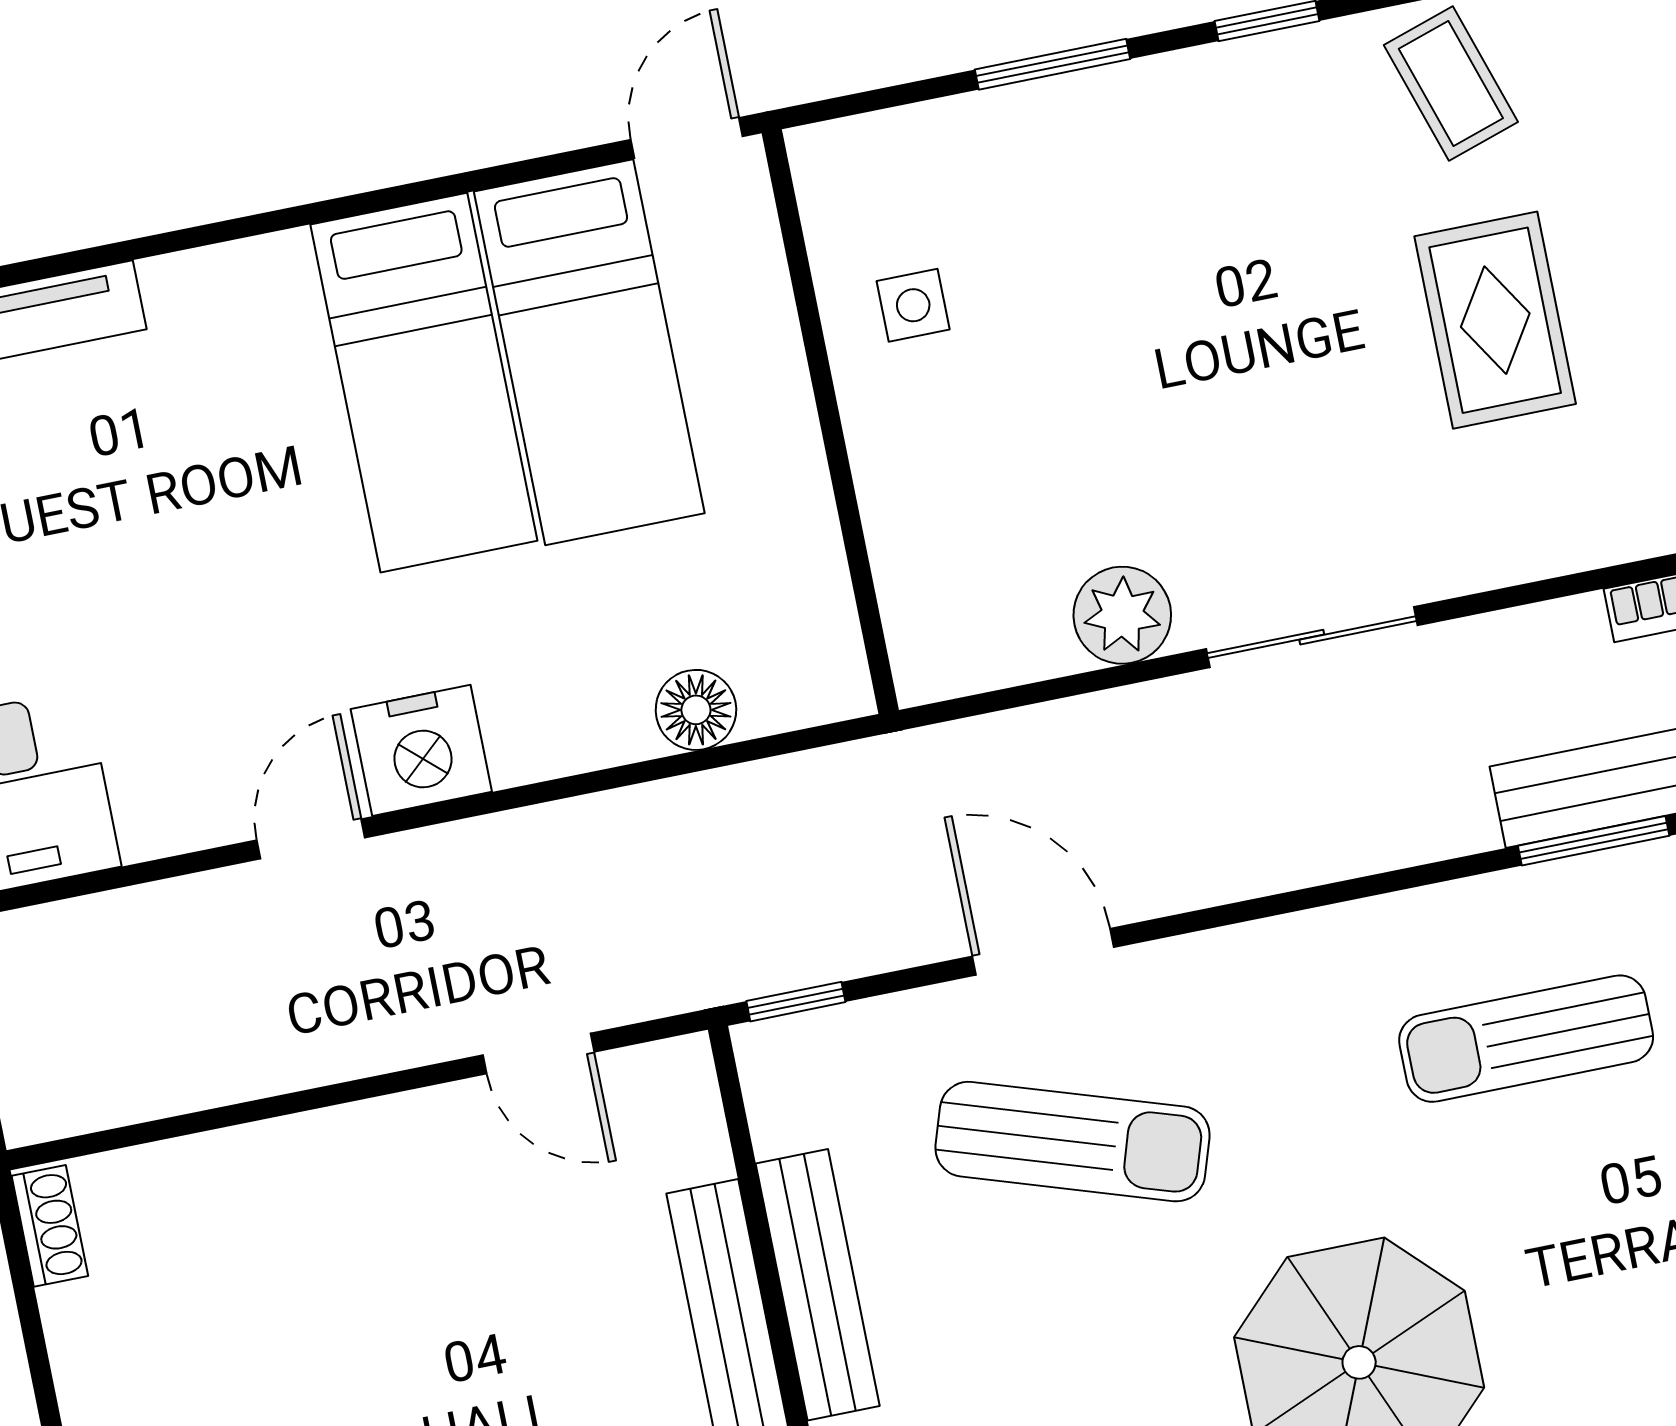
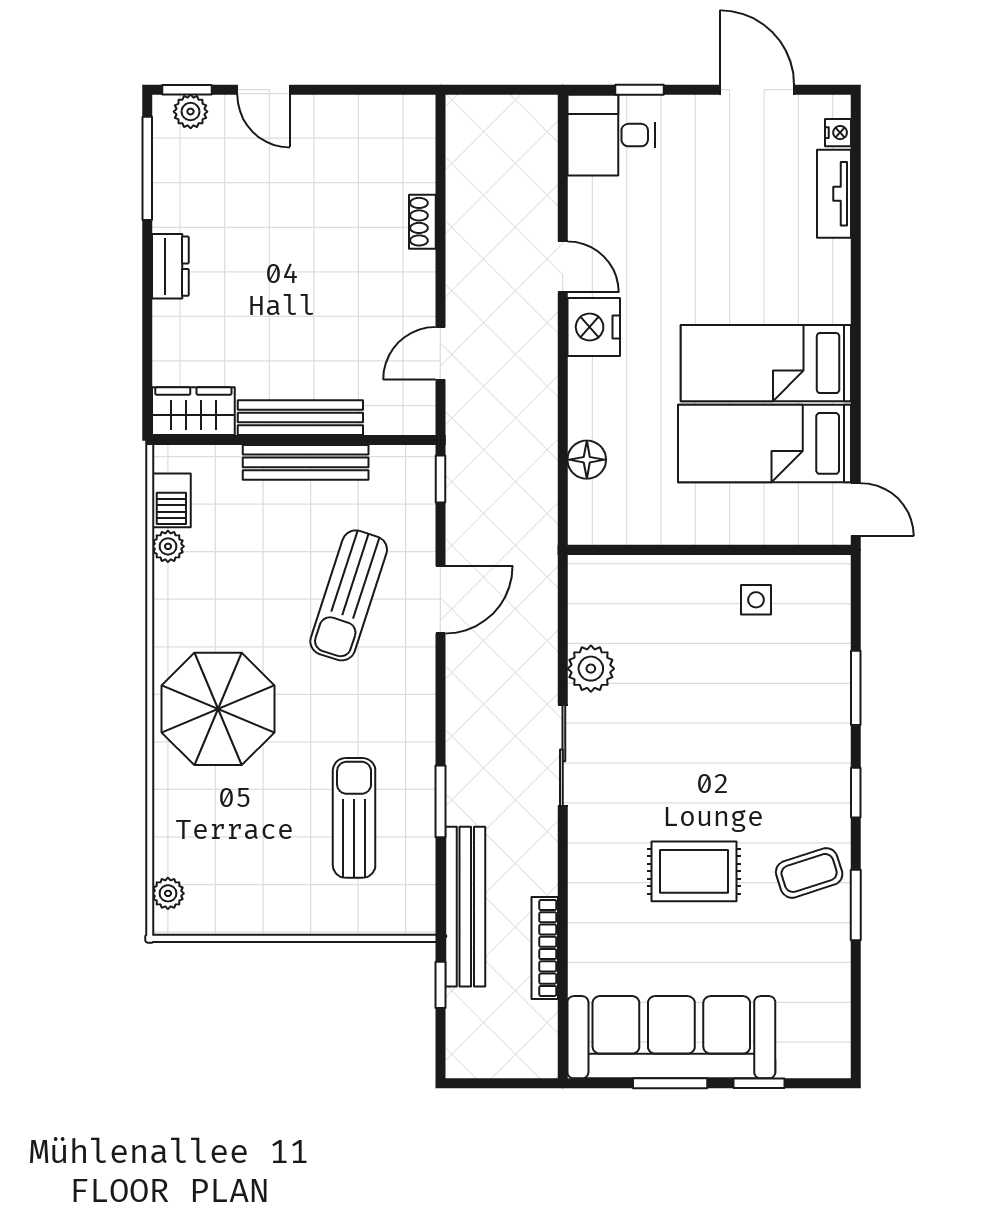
window: (1594, 841) -> (440, 801), moved
shoe rack: (50, 1226) -> (422, 222), moved, turned 90

